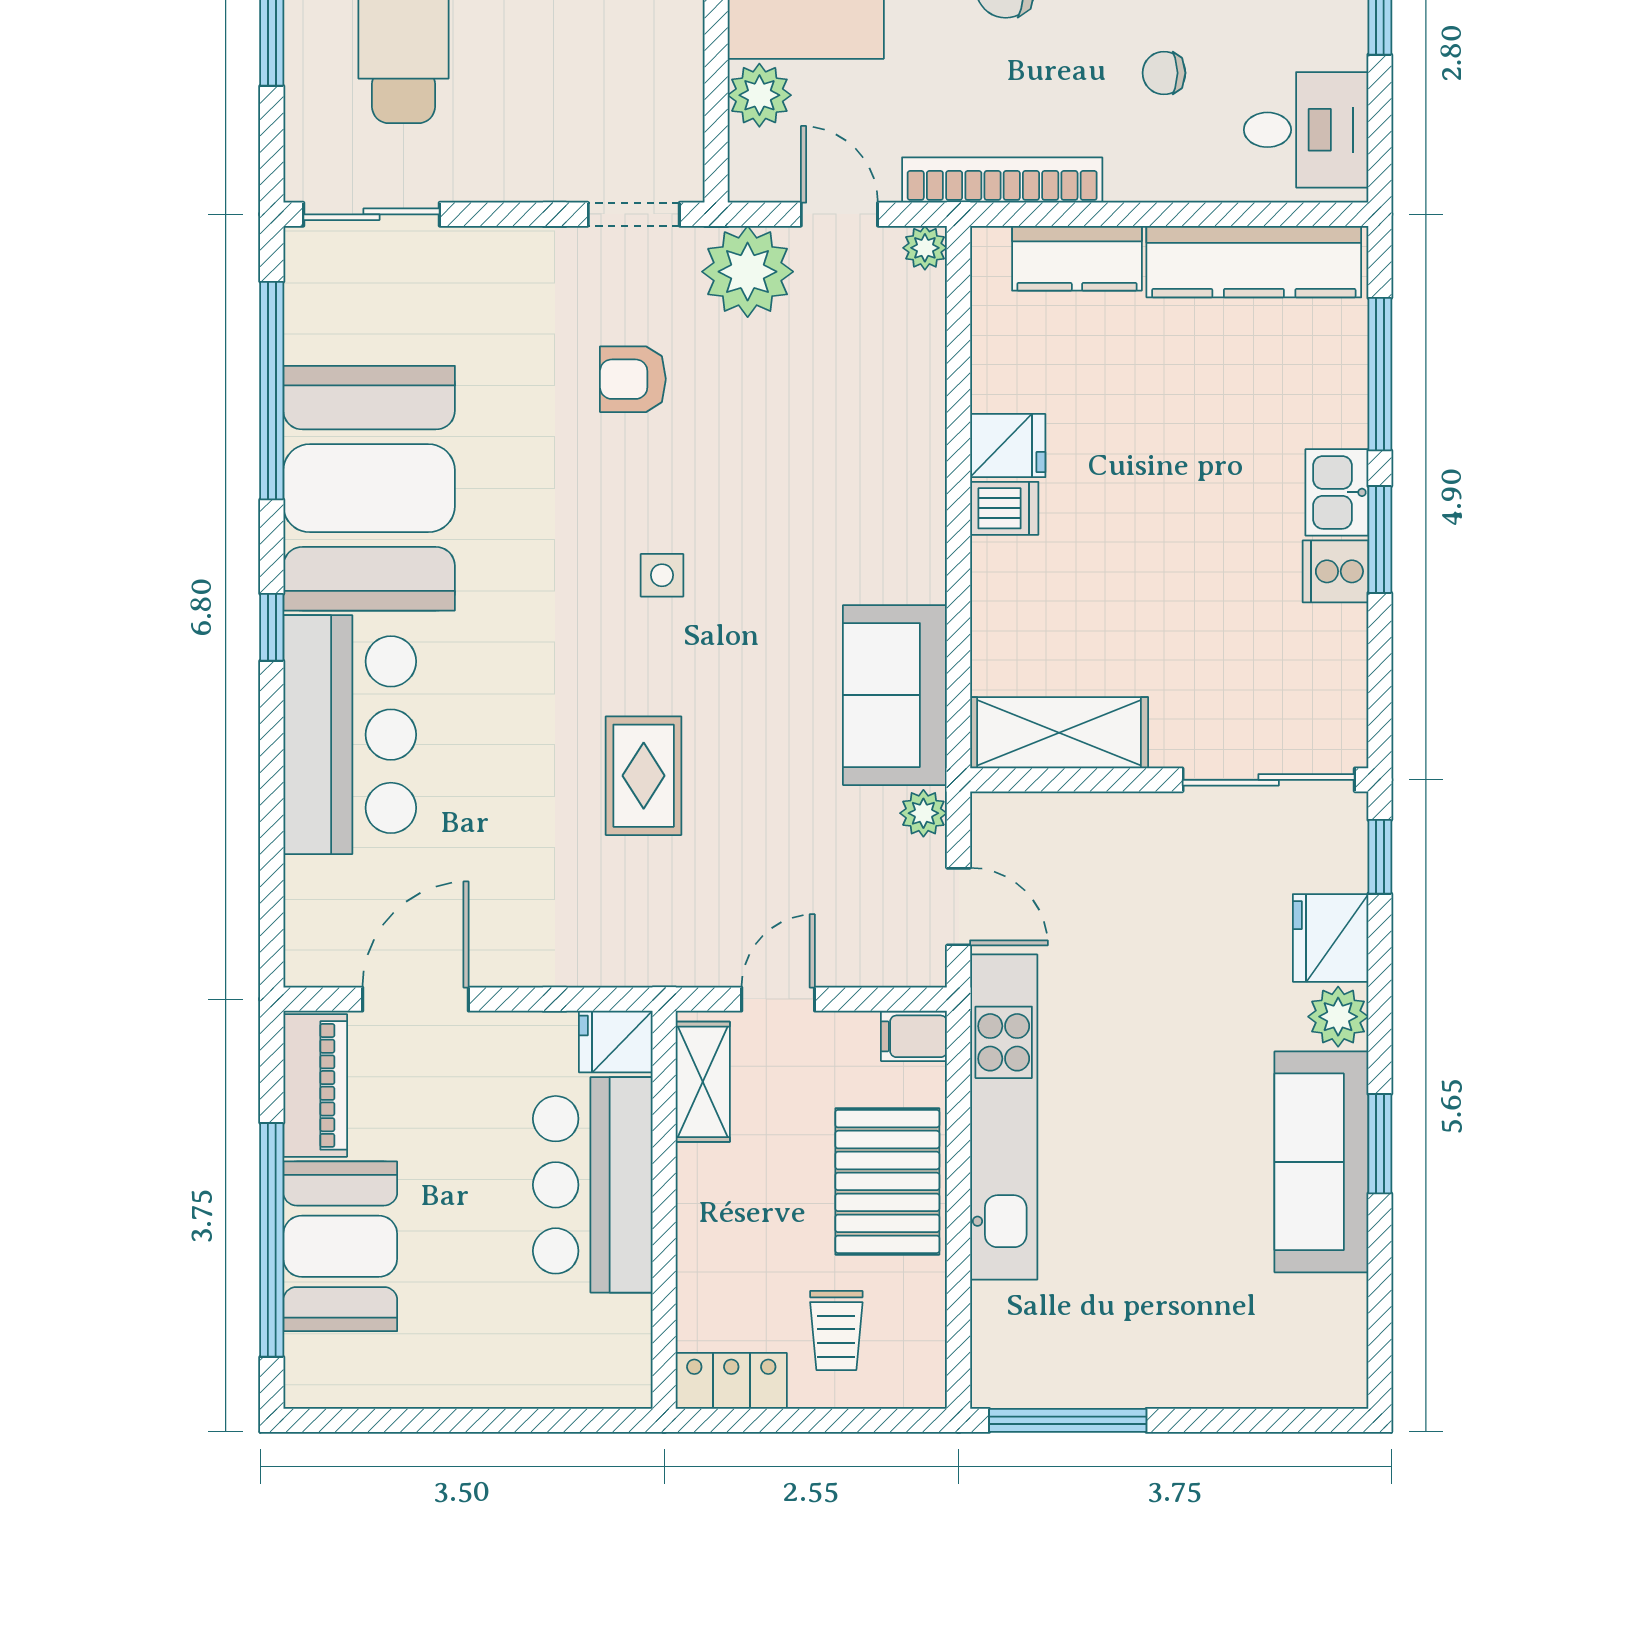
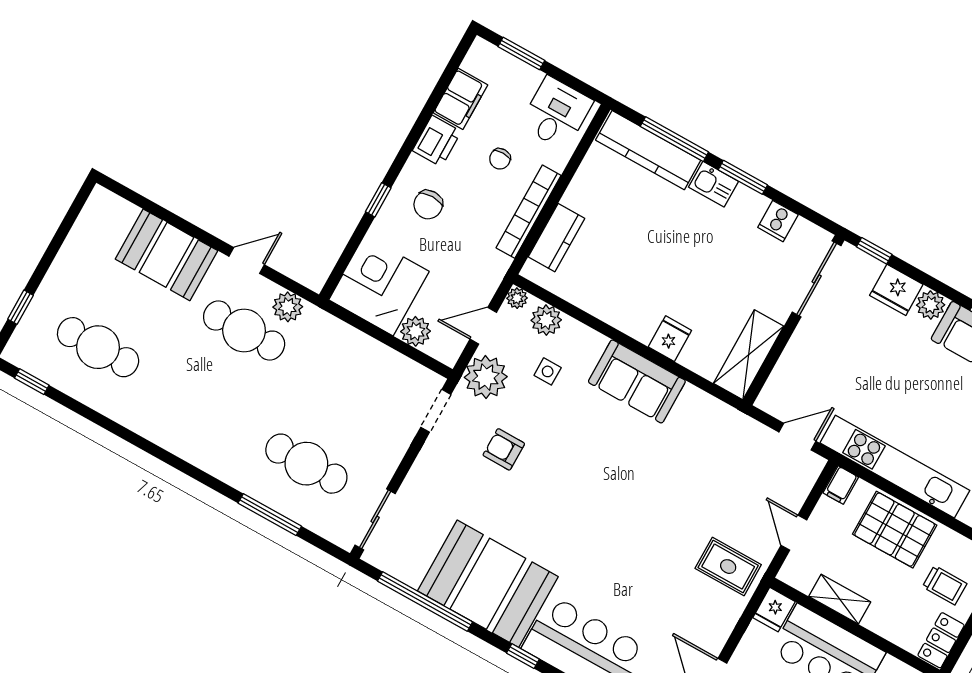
bookcase: (1002, 180) -> (529, 212), moved
kitchen counter: (1254, 262) -> (648, 150), moved, turned 90
armchair: (633, 379) -> (504, 449), turned 90
fridge: (1008, 446) -> (670, 339), moved
dishwasher: (1004, 508) -> (643, 326), removed
cooker: (1336, 571) -> (778, 221), moved
side table: (662, 575) -> (548, 371), moved
sofa: (895, 695) -> (637, 381), moved
rug: (644, 776) -> (728, 567), moved
plant: (923, 813) -> (546, 320), moved, width x1.38, depth x1.38
shelving: (703, 1082) -> (840, 599), moved

